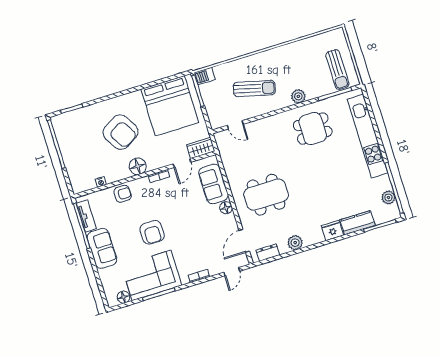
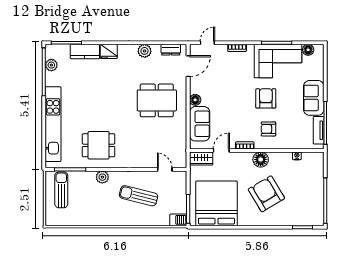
armchair: (123, 194) -> (268, 129), moved

